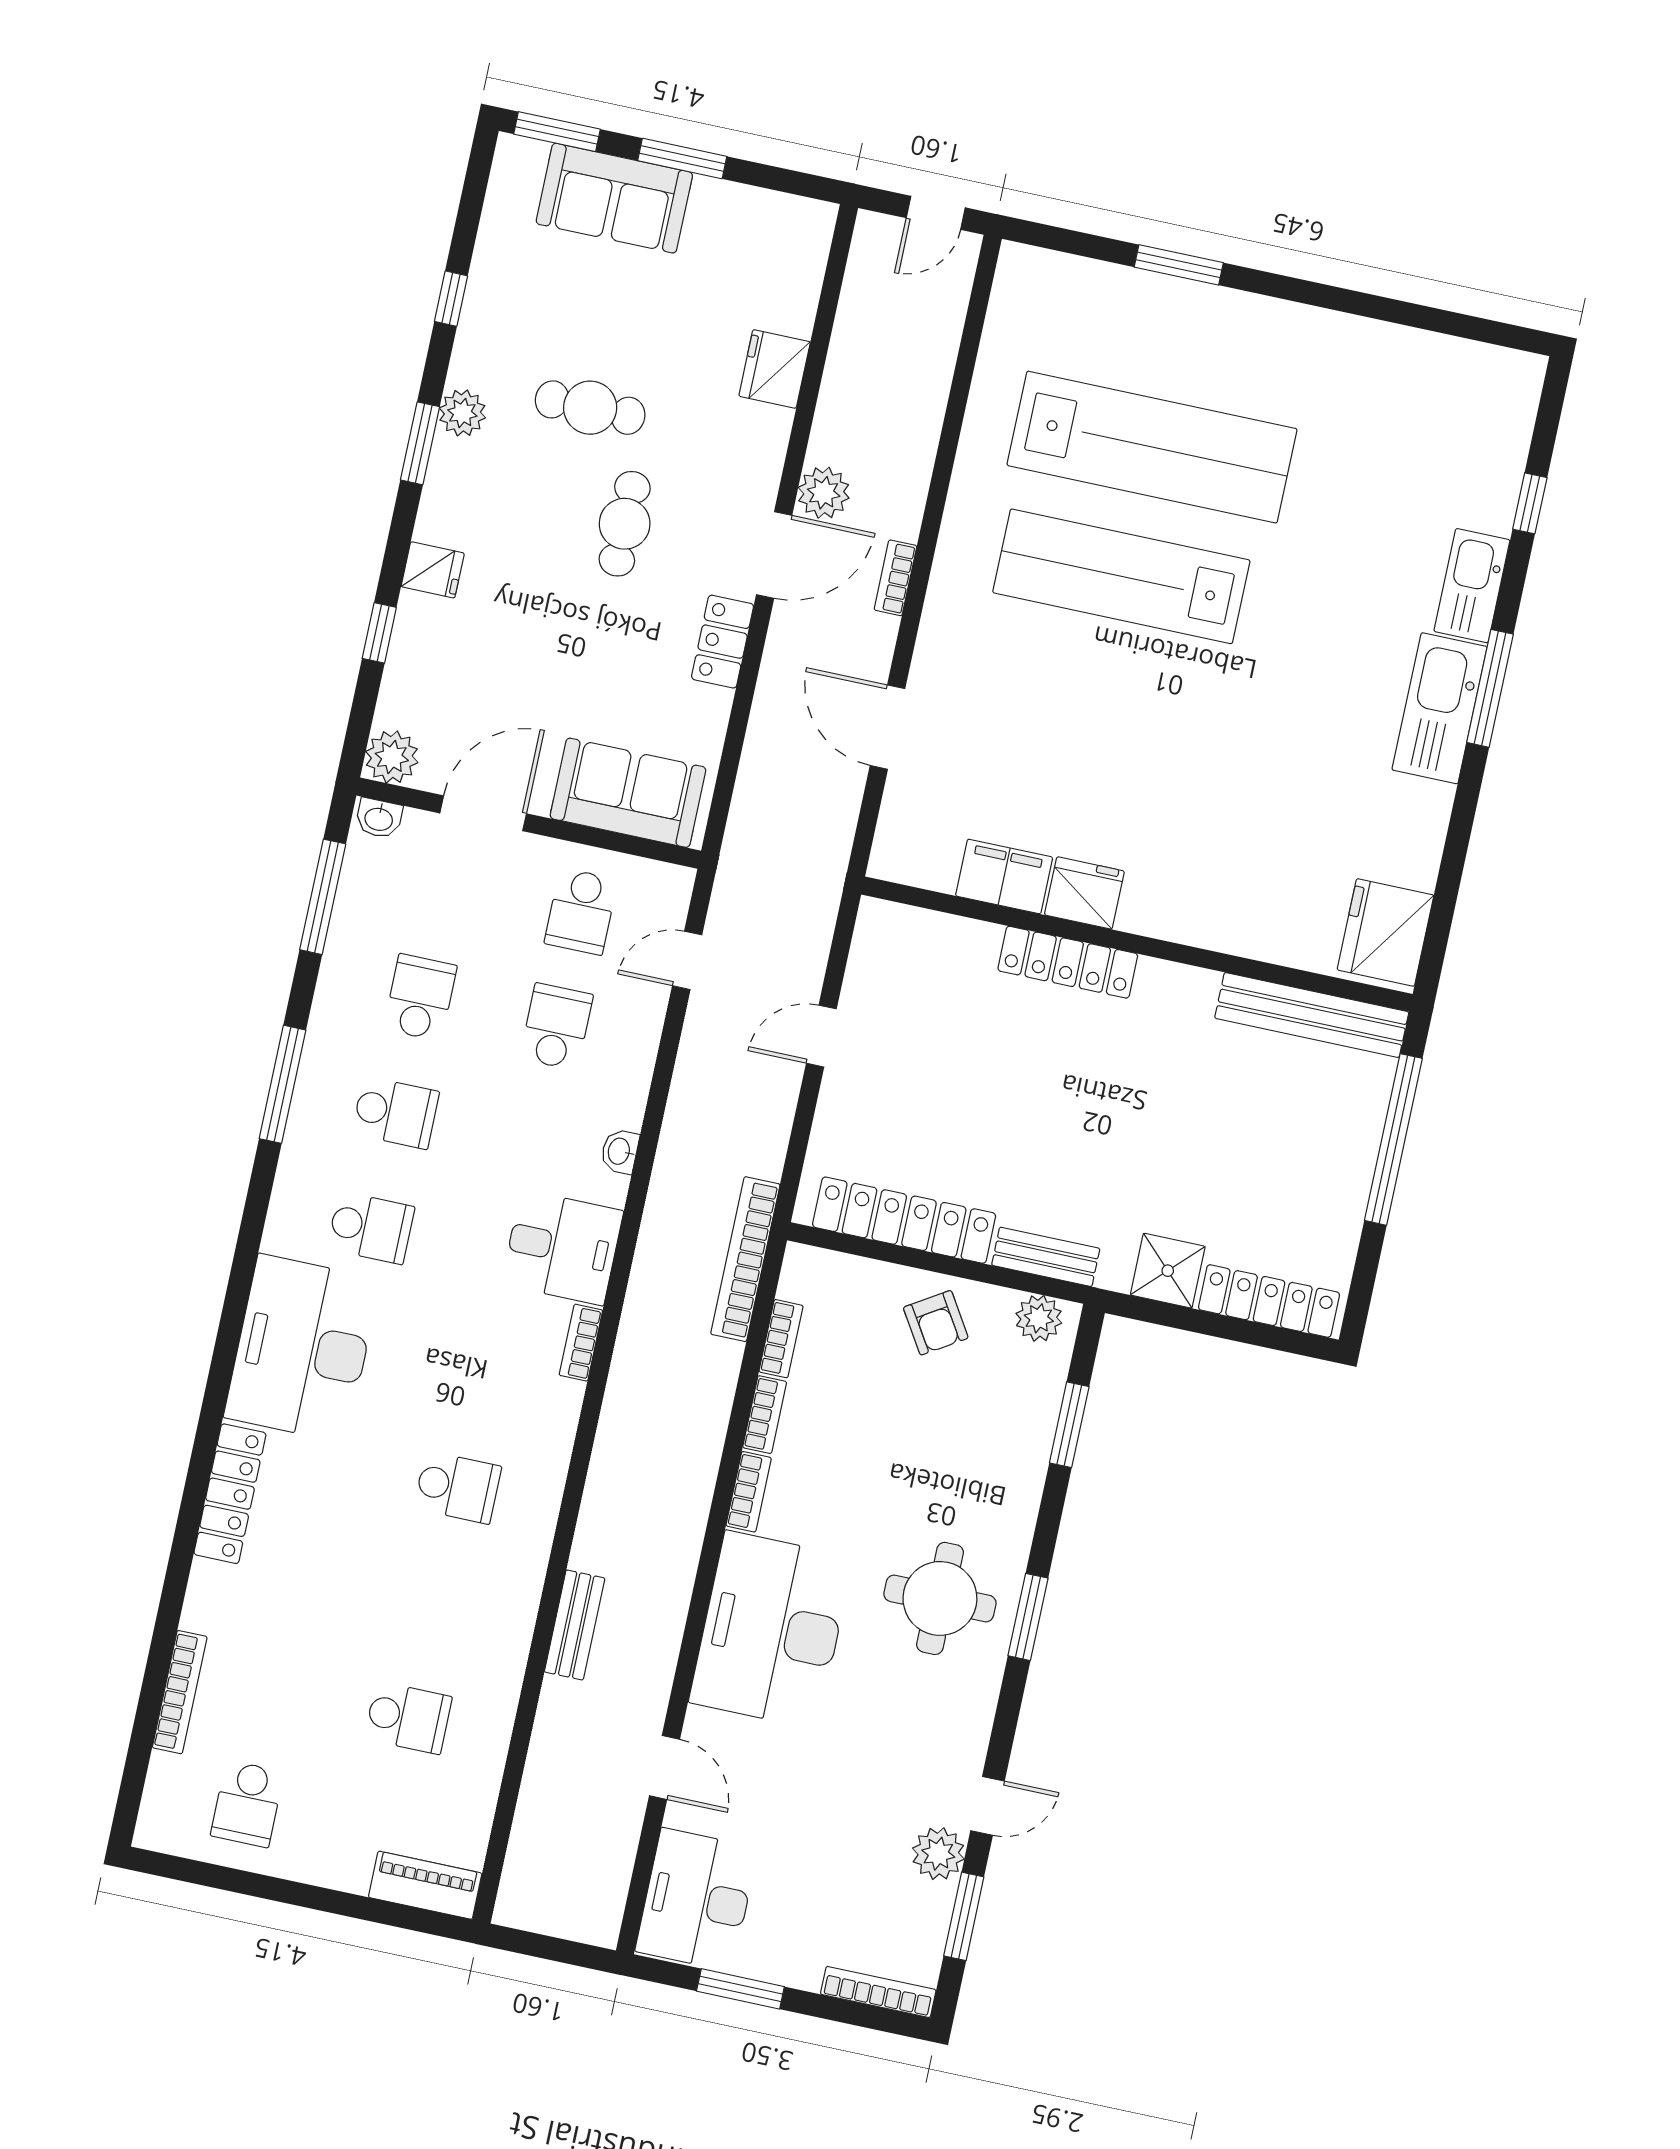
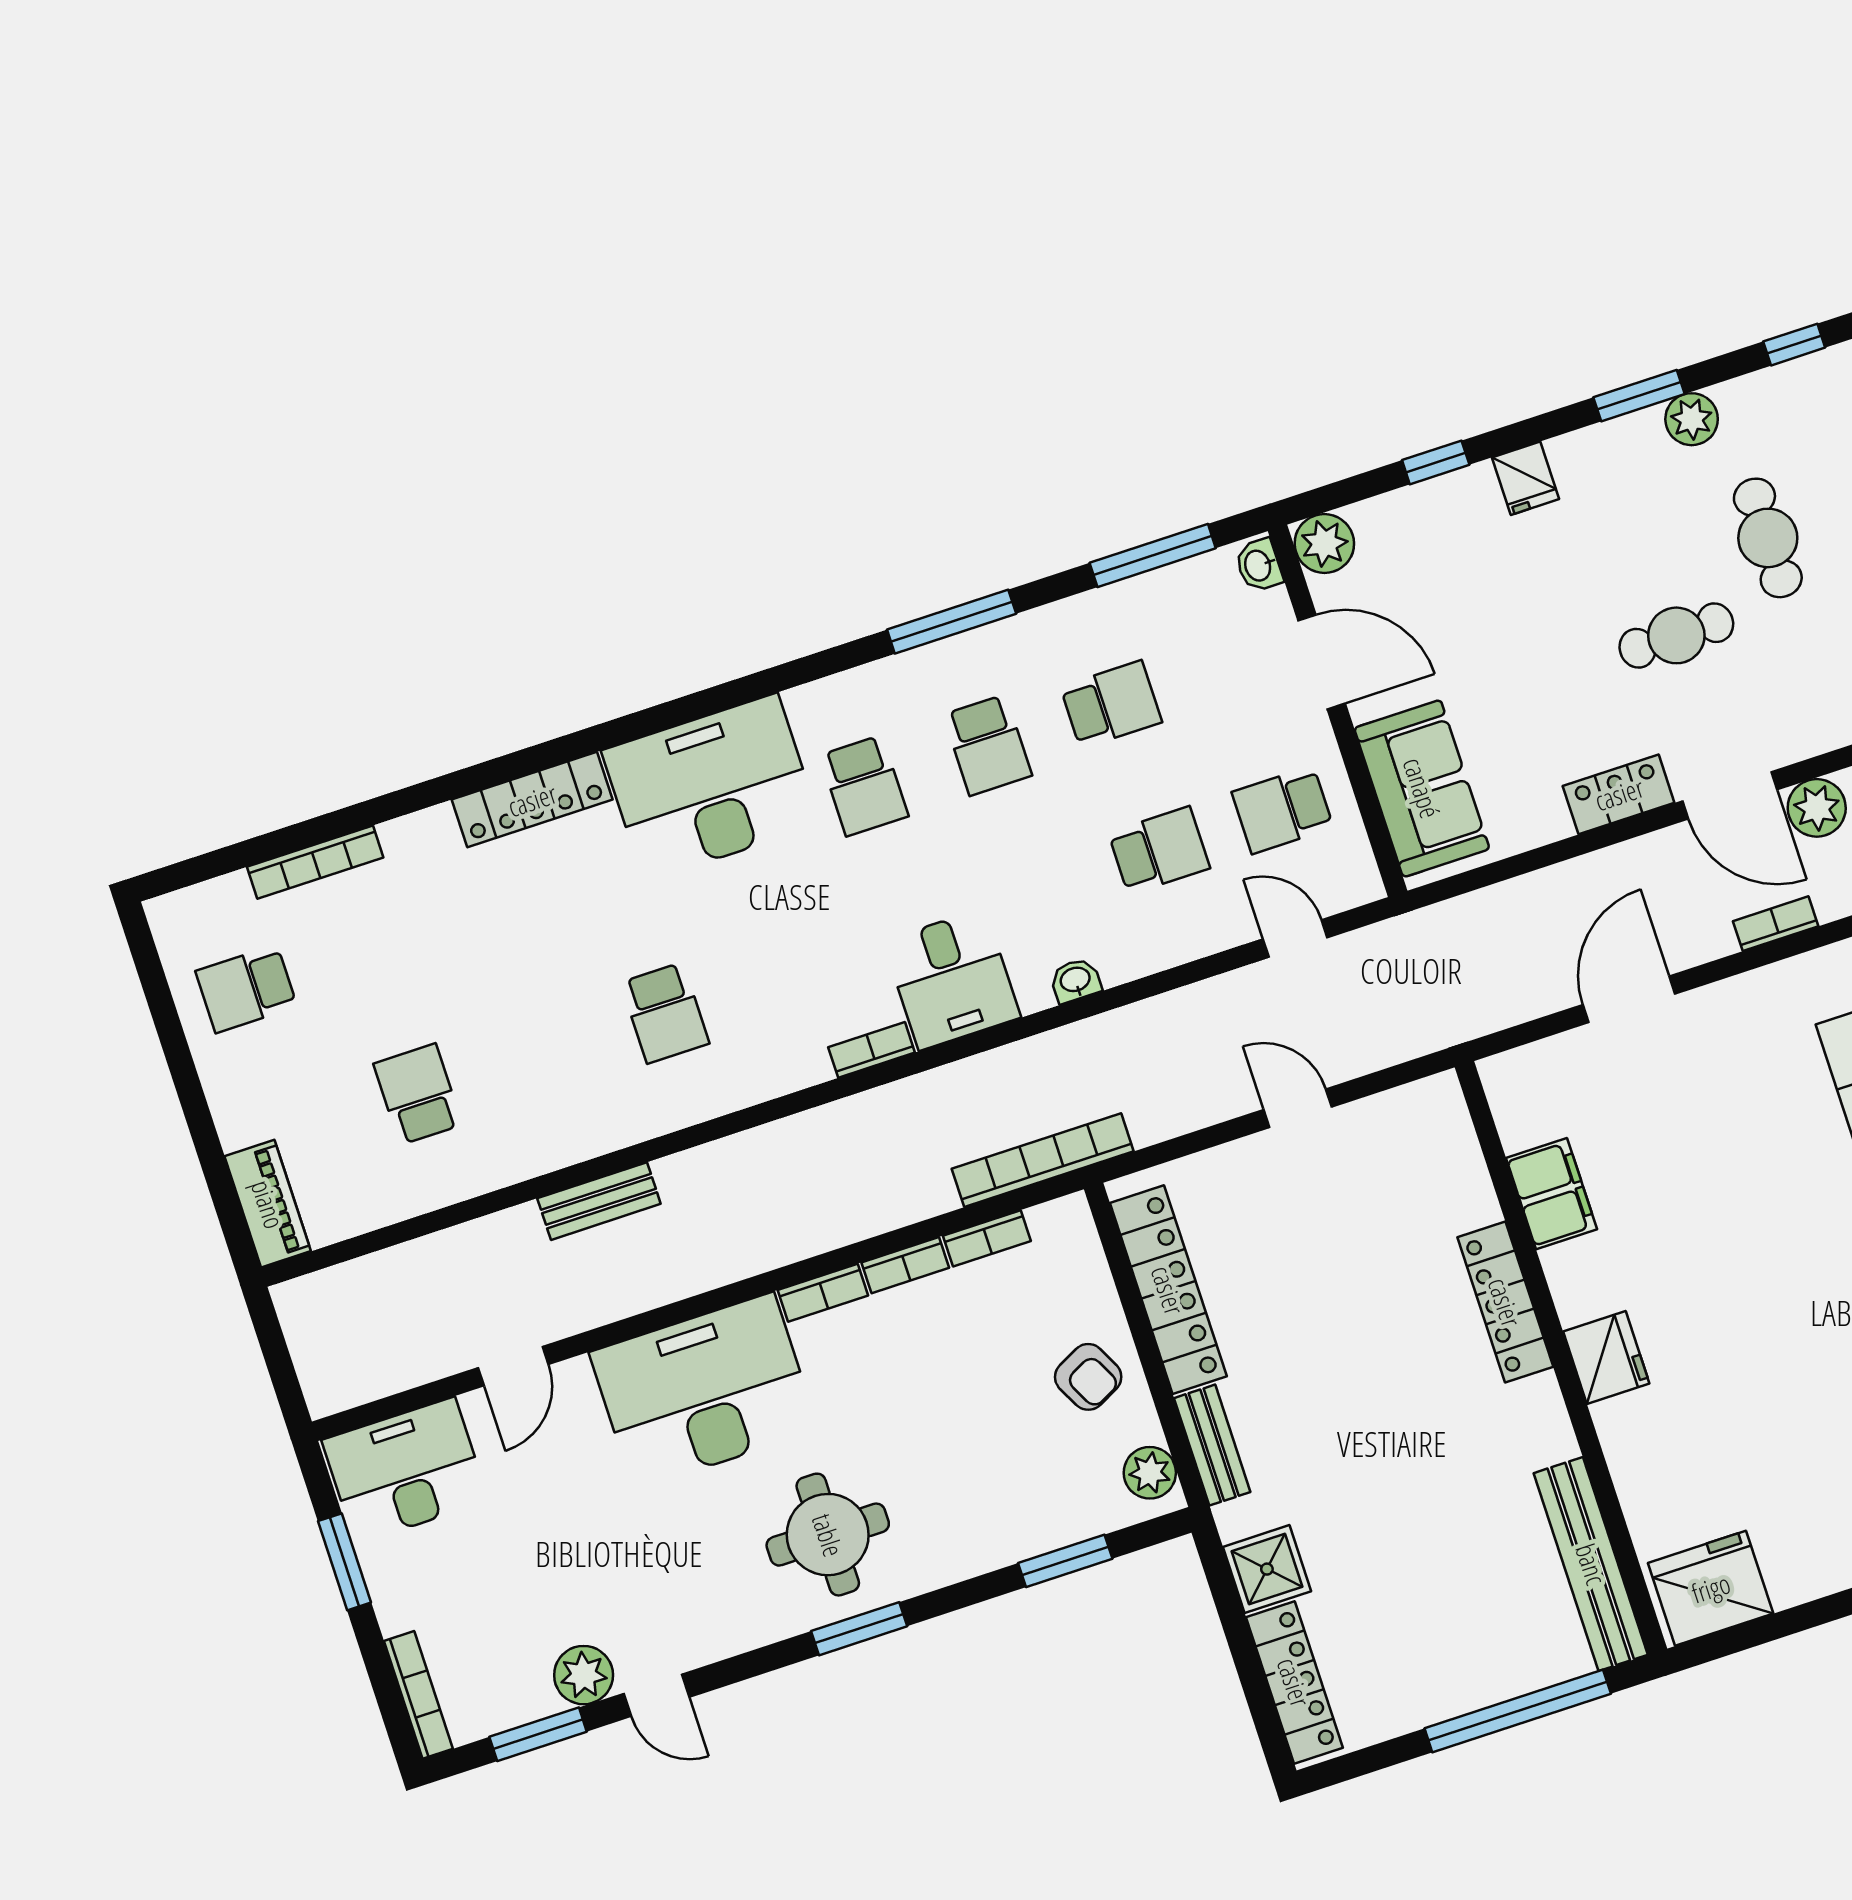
fridge: (1084, 893) -> (1606, 1358), moved
armchair: (936, 1323) -> (1088, 1377), turned -85
school desk: (408, 1718) -> (418, 1094), turned 180

